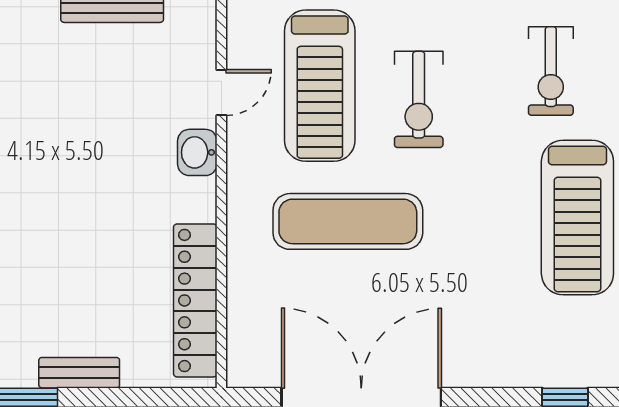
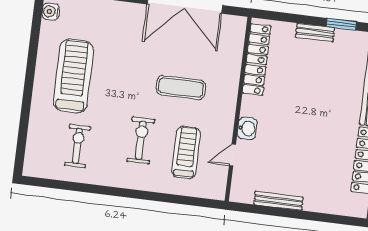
treadmill: (320, 86) -> (186, 153), width x0.73, depth x0.73
exercise mat: (348, 221) -> (181, 87), width x0.73, depth x0.69

